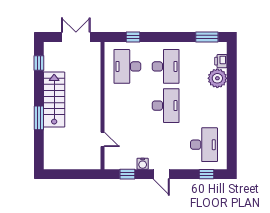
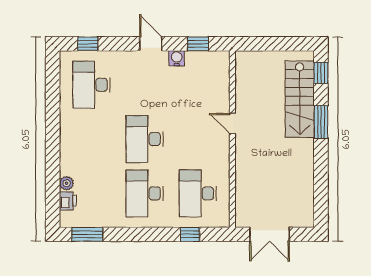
window: (39, 63) -> (321, 73), moved
desk: (127, 66) -> (198, 193), turned 180
plant: (217, 78) -> (67, 183), width x0.53, depth x0.53
stairs: (54, 100) -> (300, 99), moved
door: (103, 139) -> (232, 123), moved

